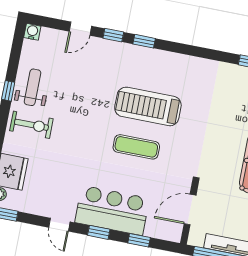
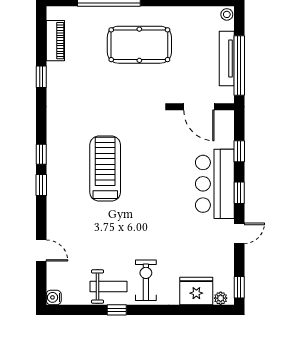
window: (113, 35) -> (41, 154), moved
weight bench: (32, 87) -> (109, 286), turned 180
treadmill: (148, 106) -> (105, 169), turned 180
exercise mat: (136, 147) -> (147, 172), removed

